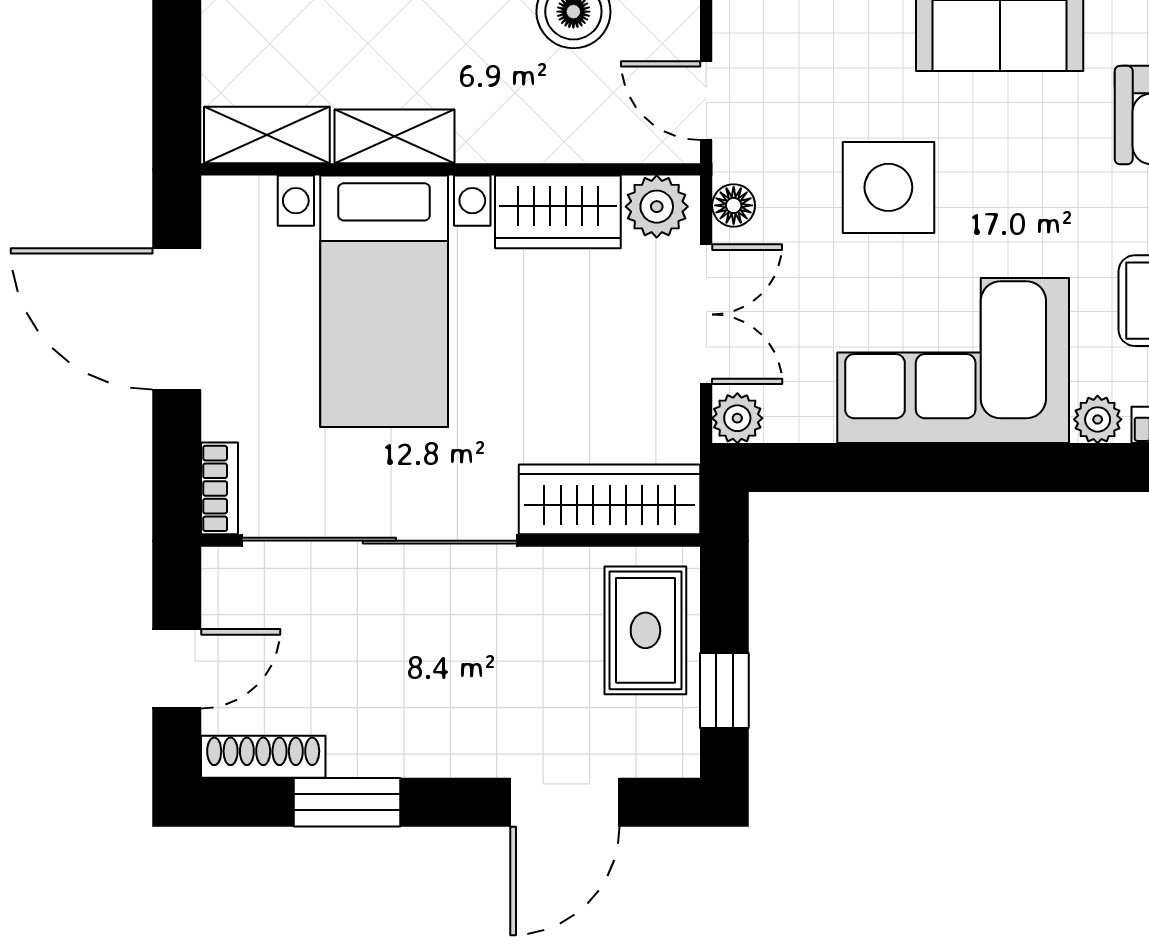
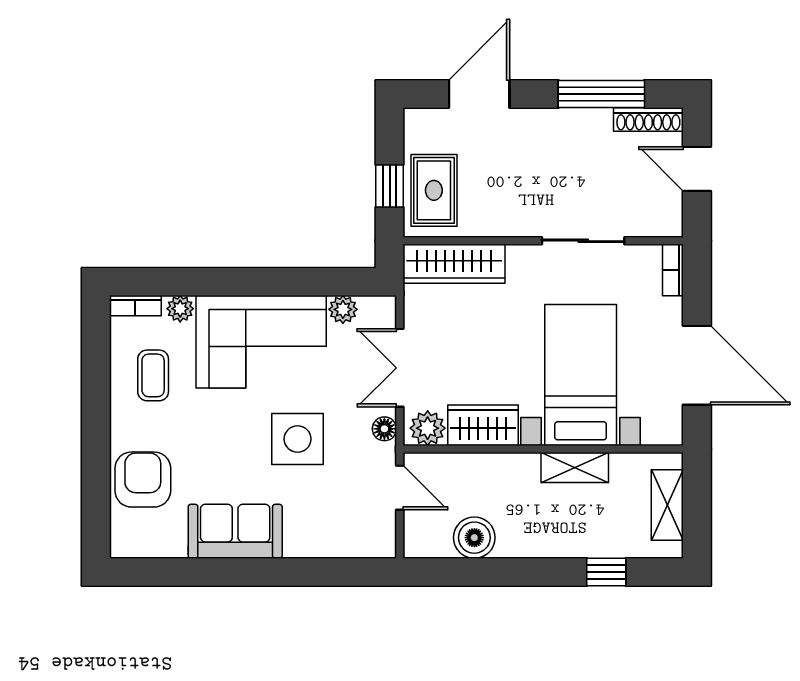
shelving: (267, 135) -> (667, 505), moved, turned 90
plant: (737, 418) -> (343, 309), moved
sliding door: (379, 541) -> (583, 241), width x0.54
door: (177, 669) -> (697, 169), hinge flipped
window: (724, 691) -> (390, 186), moved
window: (347, 802) -> (601, 94), width x1.44

